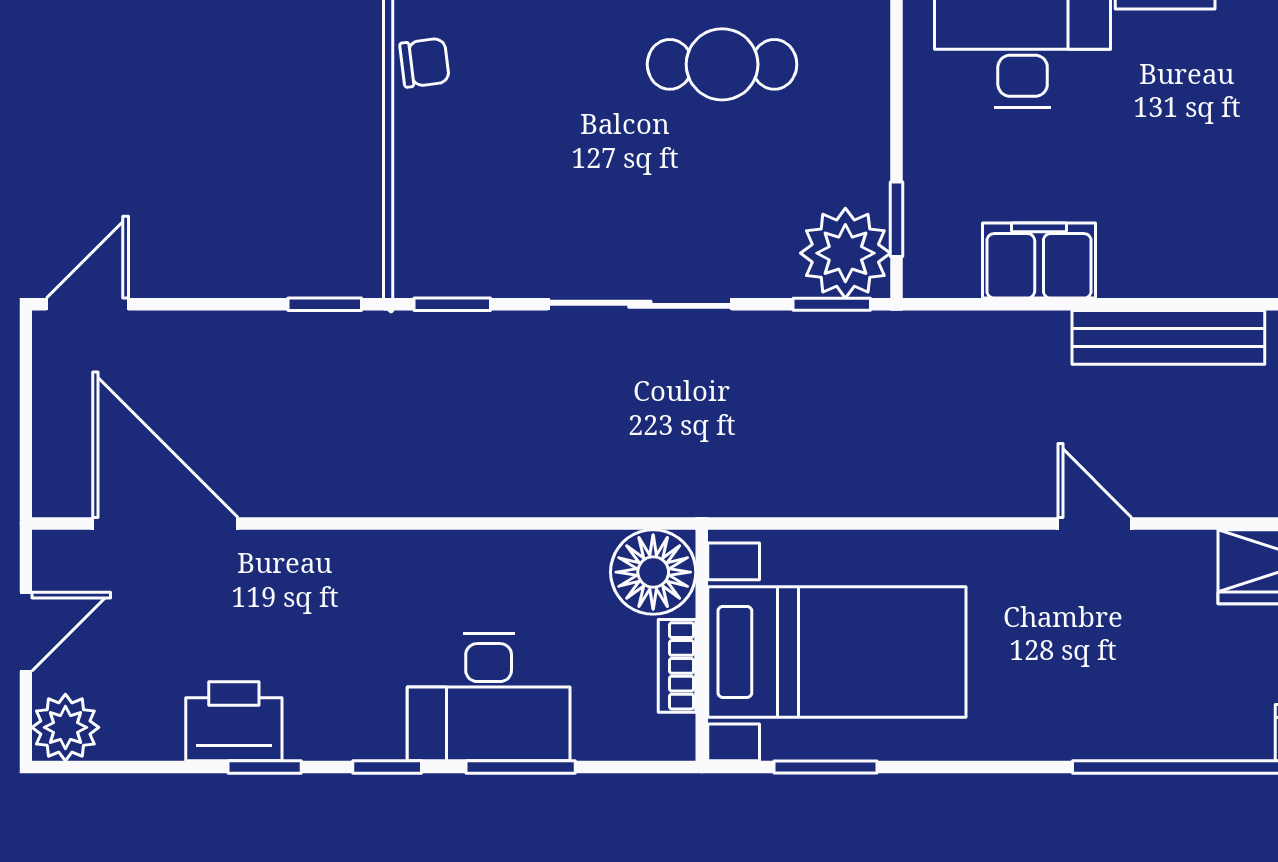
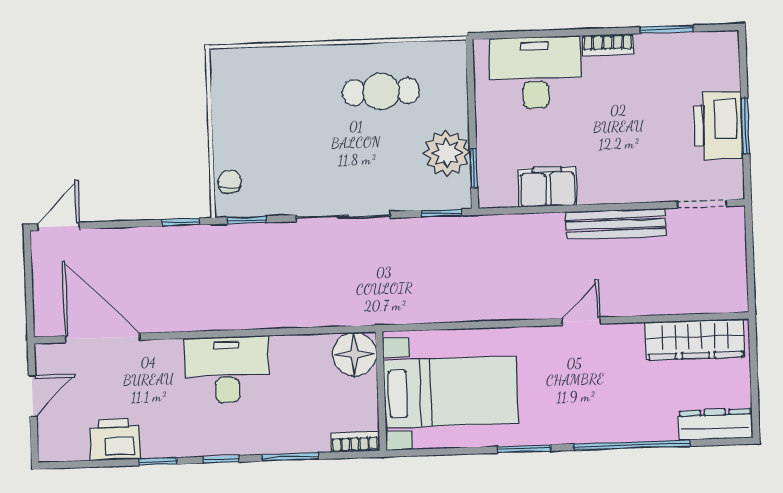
chair: (425, 63) -> (229, 182), moved, turned -83
plant: (845, 253) -> (447, 153), moved
door: (1095, 523) -> (581, 321), hinge flipped
bookcase: (677, 666) -> (355, 442), moved, turned 90
desk: (489, 697) -> (227, 370), moved, turned 180
printer: (234, 721) -> (115, 440), moved
plant: (65, 727) -> (55, 445), removed
window: (826, 767) -> (524, 449), moved

